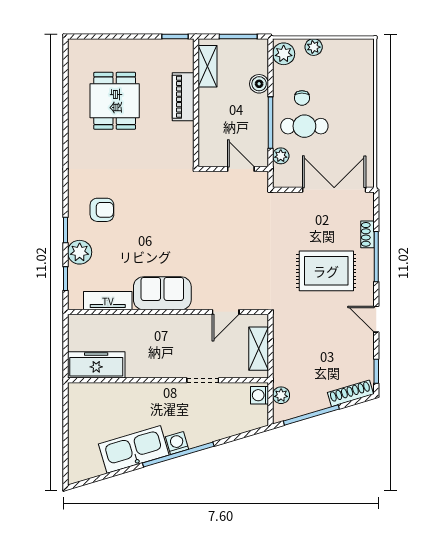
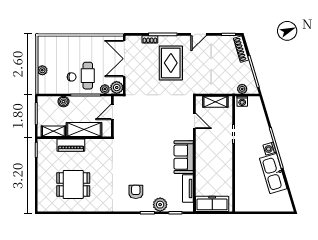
plant: (284, 54) -> (117, 87), moved
shelving: (210, 120) -> (84, 130), added
freezer: (96, 365) -> (212, 204), moved, turned 90

